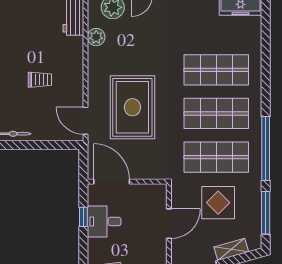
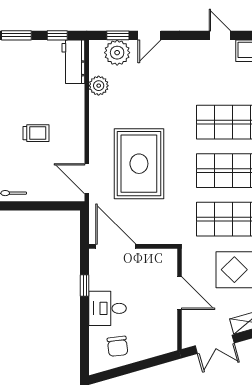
desk: (104, 222) -> (108, 308), moved
door: (169, 224) -> (180, 293), hinge flipped

